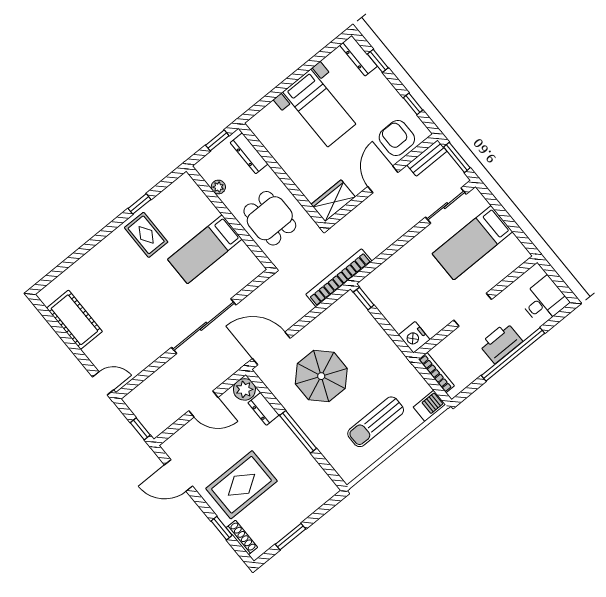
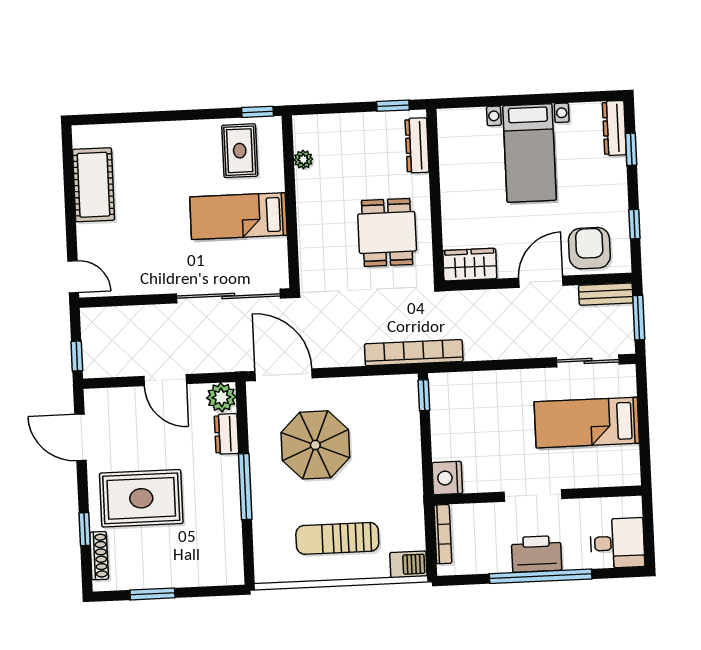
plant: (218, 187) -> (303, 159), moved
wall: (230, 218) -> (291, 202), moved
bed: (205, 249) -> (238, 216), moved

